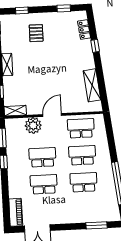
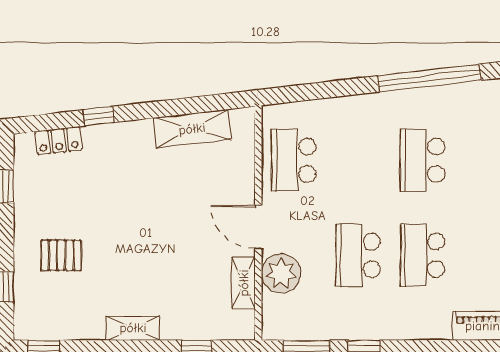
shelving: (15, 111) -> (244, 283), moved
school desk: (82, 155) -> (358, 160), removed

